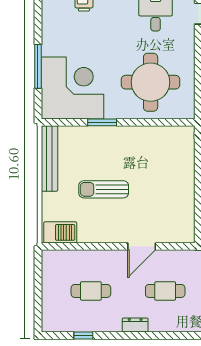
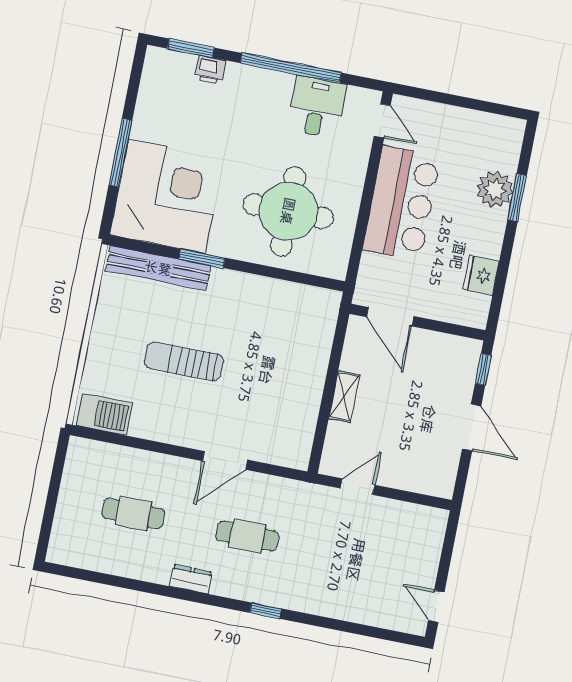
bench: (49, 159) -> (158, 268), moved, turned 90
window: (83, 336) -> (265, 611), moved

